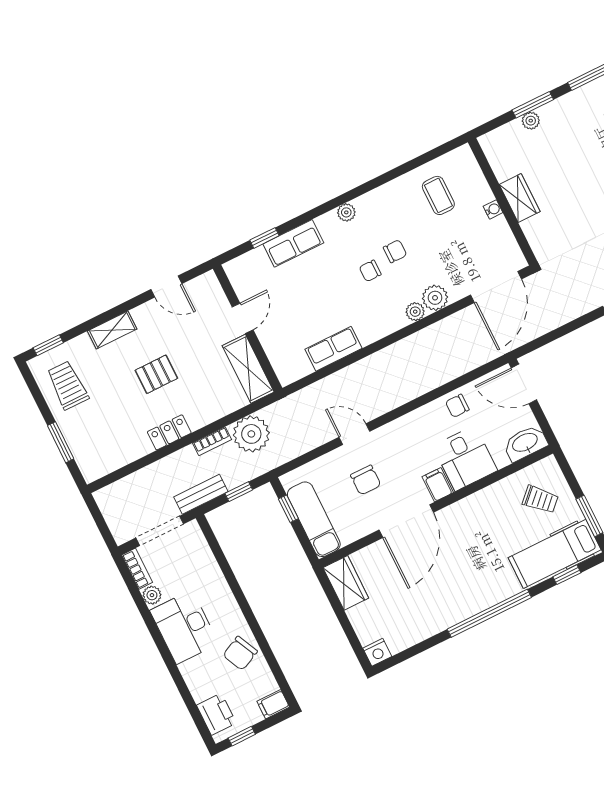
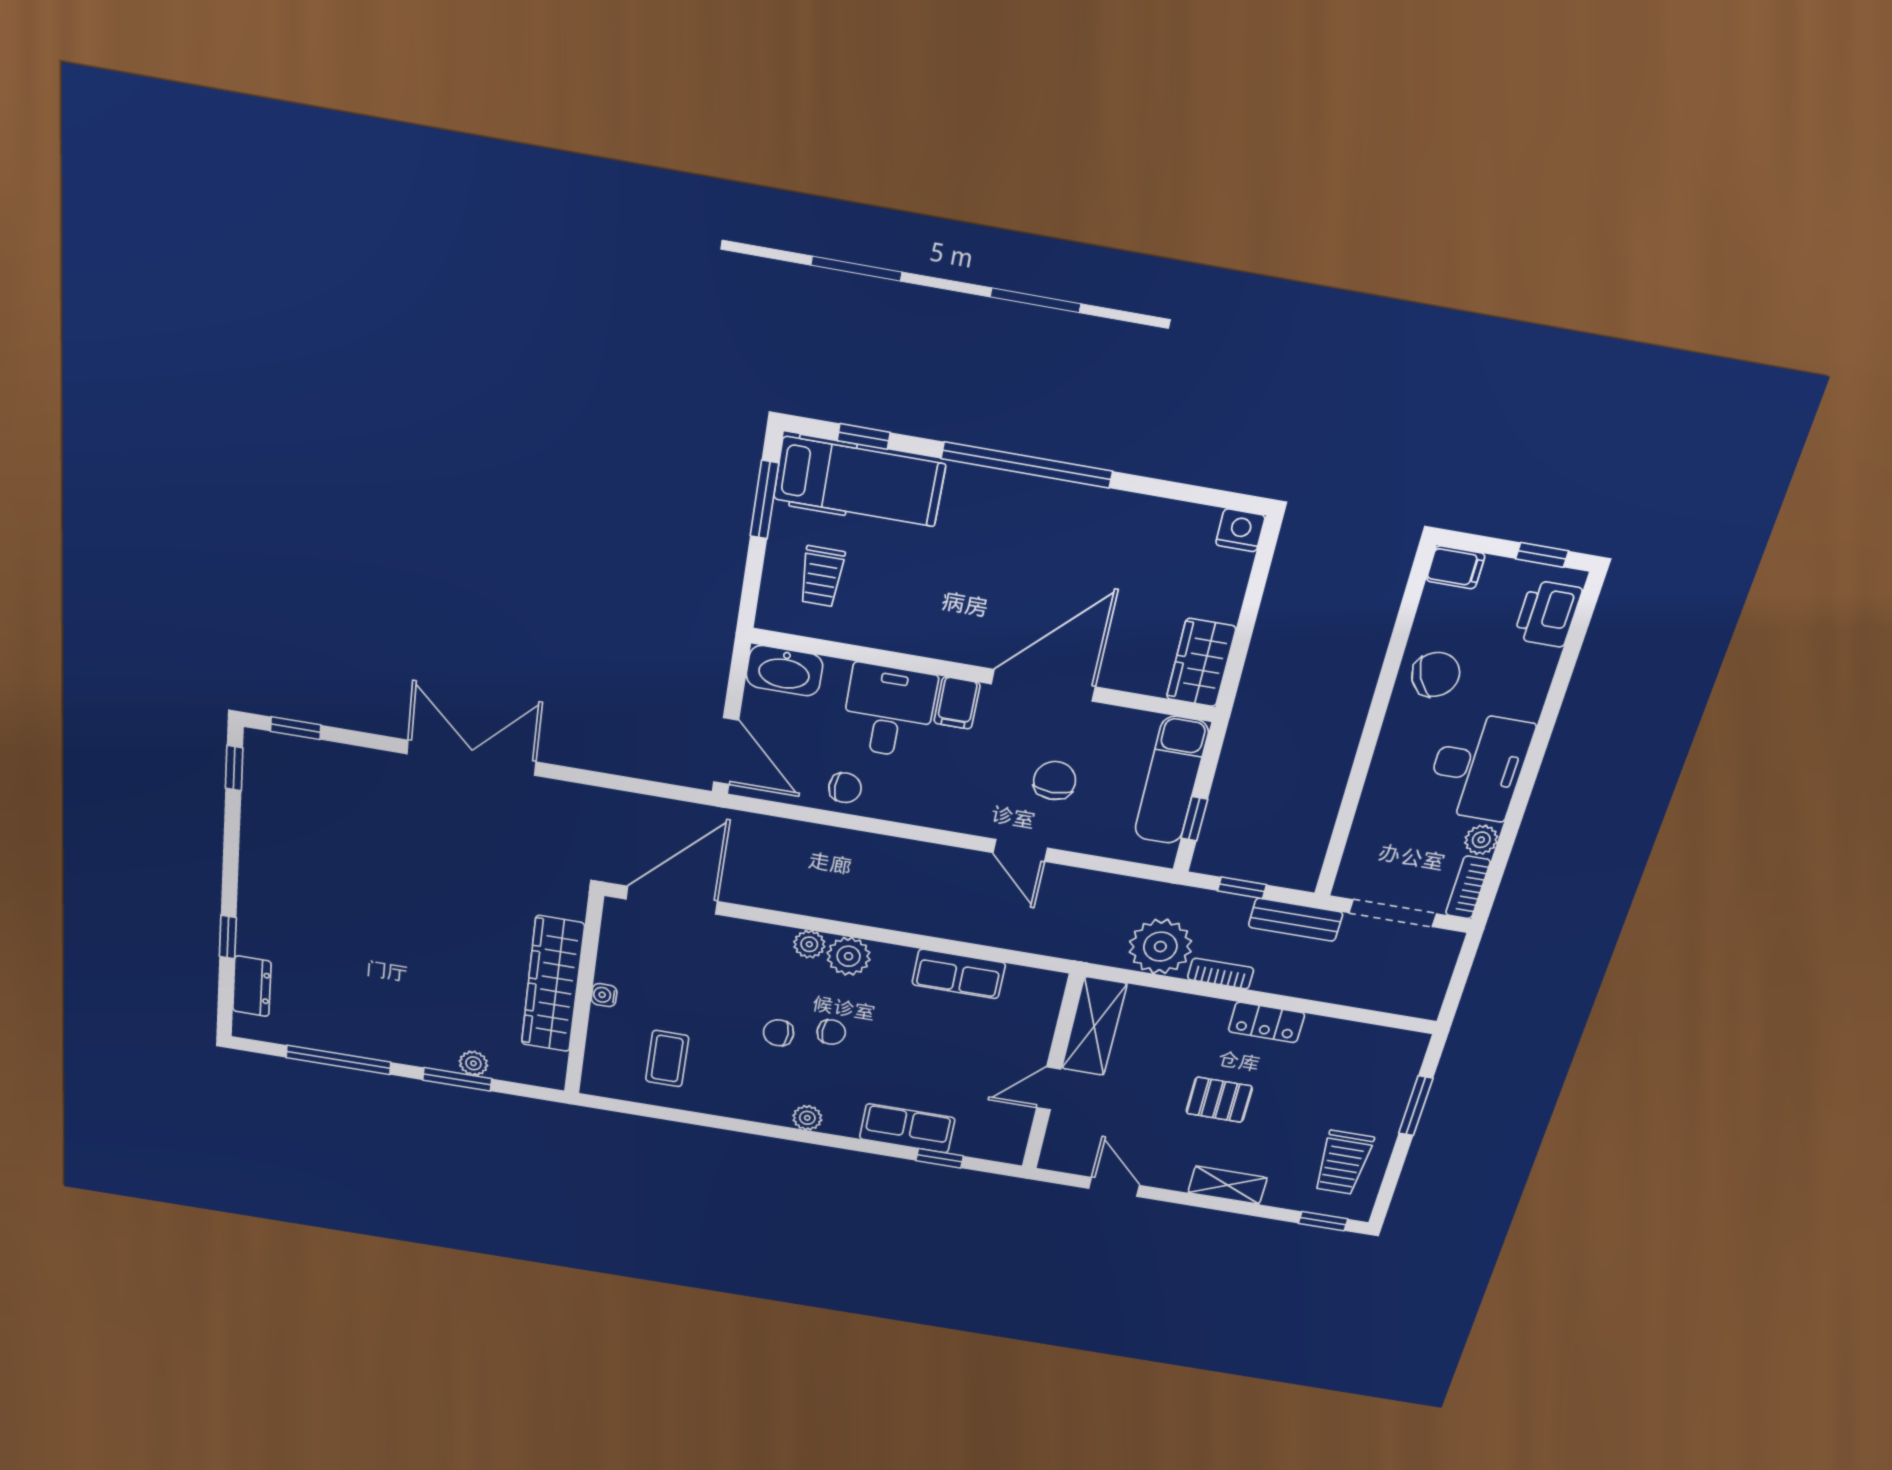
wardrobe: (520, 198) -> (553, 984), width x2.10, depth x1.17
plant: (435, 298) -> (849, 956), moved
trolley: (540, 499) -> (822, 576), turned -135

